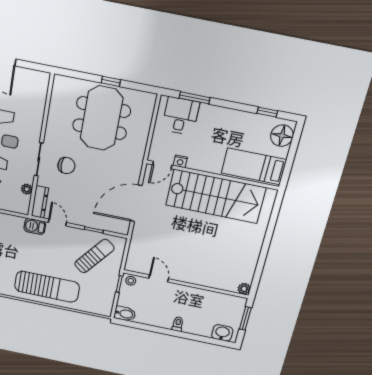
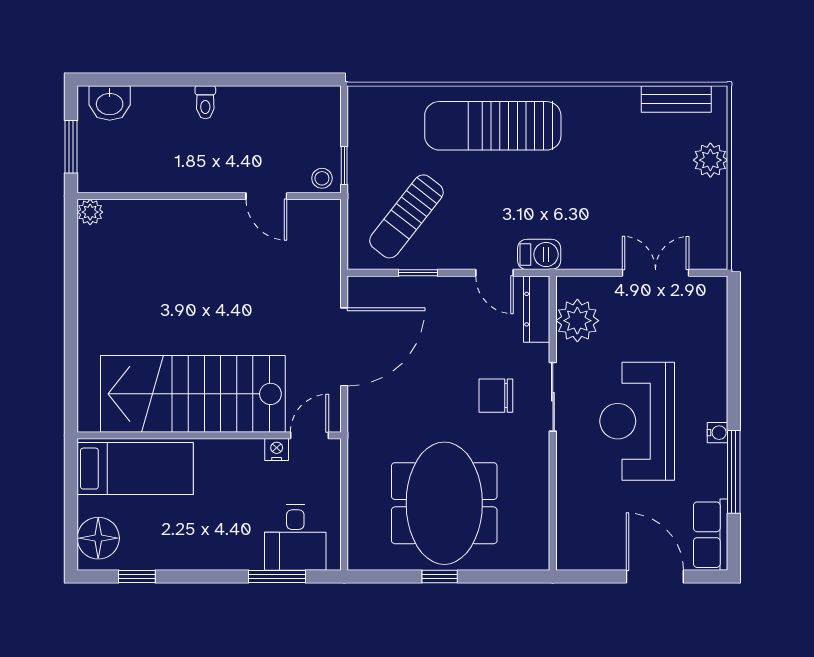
plant: (27, 189) -> (577, 321), width x1.87, depth x1.87
bidet: (125, 314) -> (319, 101), removed

